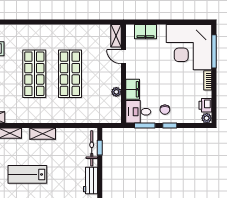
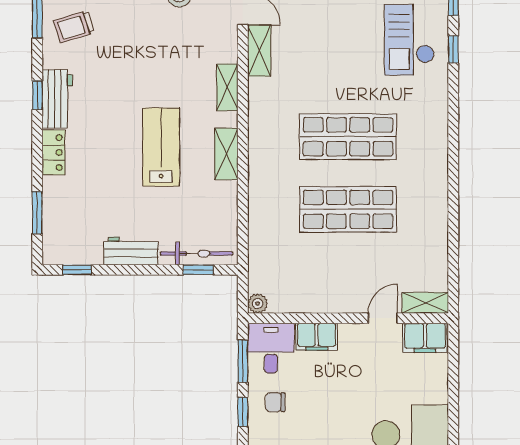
filing cabinet: (145, 32) -> (425, 338), moved, turned -90
plant: (116, 92) -> (258, 303), moved
lab bench: (27, 174) -> (161, 147), moved

